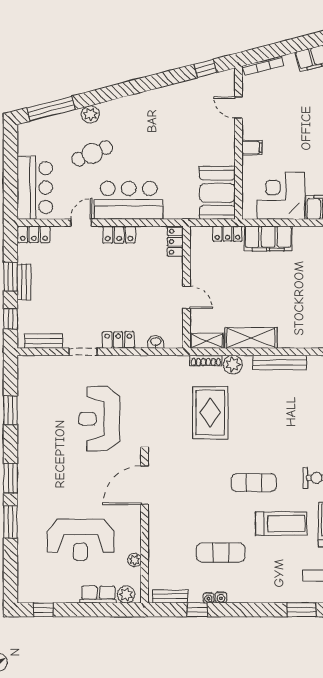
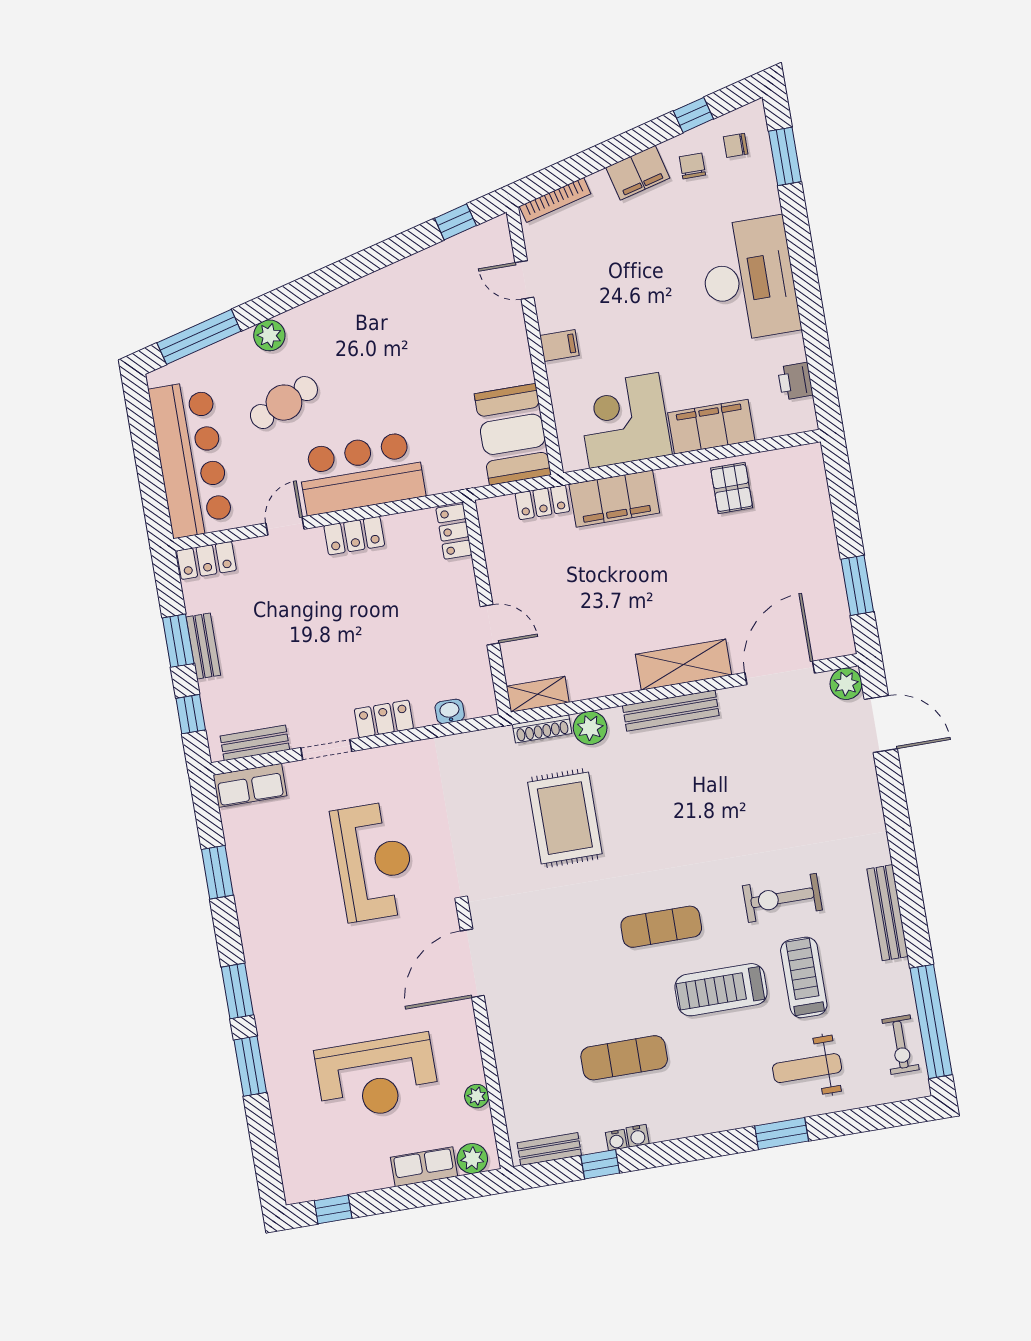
bar counter: (35, 188) -> (191, 459), width x1.36
shelving: (251, 338) -> (683, 665), moved
row of seats: (37, 364) -> (250, 785), added
reception desk: (99, 419) -> (374, 861), turned 180
treadmill: (281, 524) -> (721, 990), turned 180

